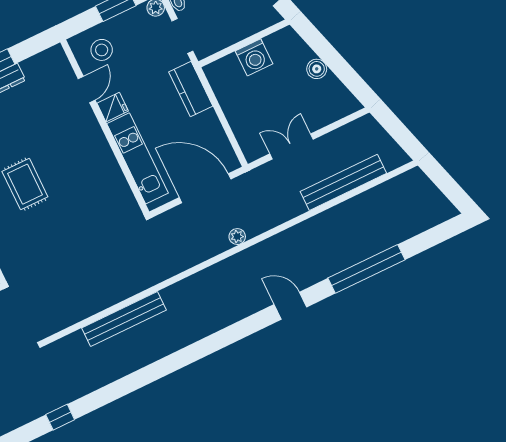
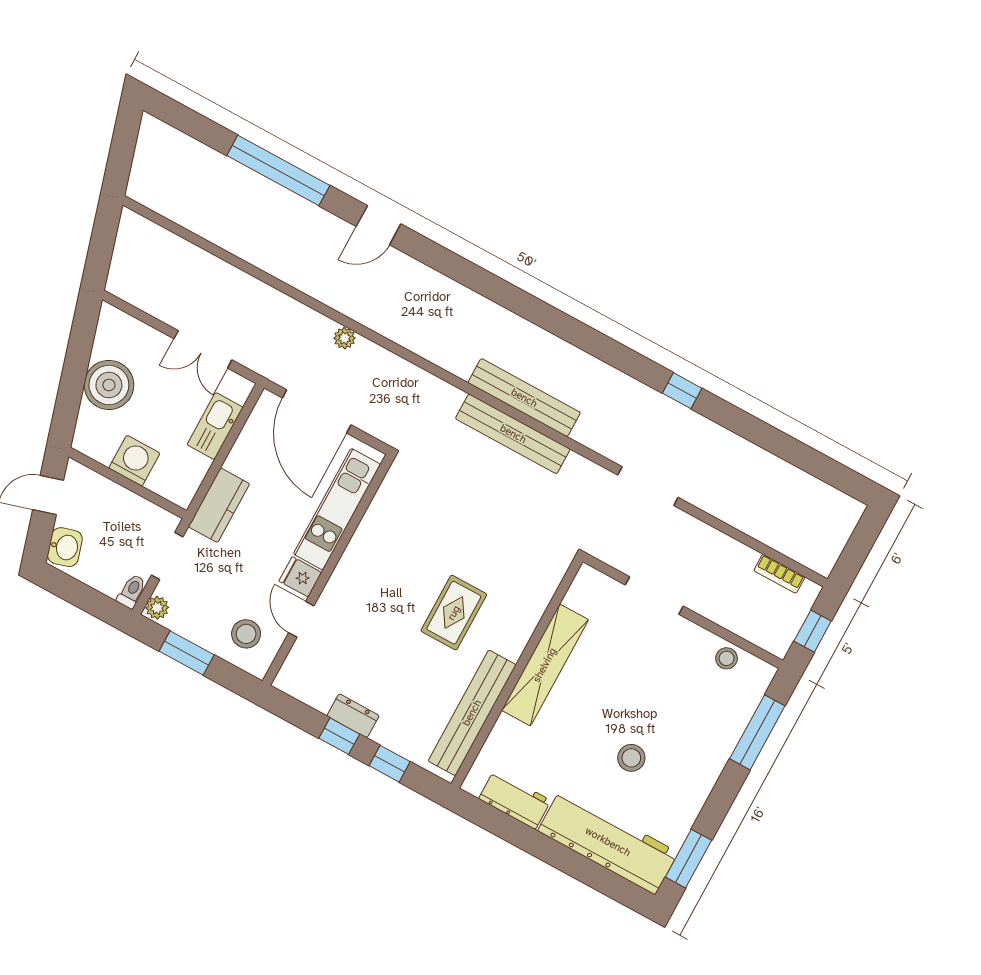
boiler: (317, 69) -> (109, 385), width x1.86, depth x1.86
door: (87, 89) -> (301, 619), hinge flipped
kitchen sink: (240, 121) -> (215, 426), added
bench: (343, 182) -> (513, 434), moved
door: (290, 306) -> (379, 225), hinge flipped

